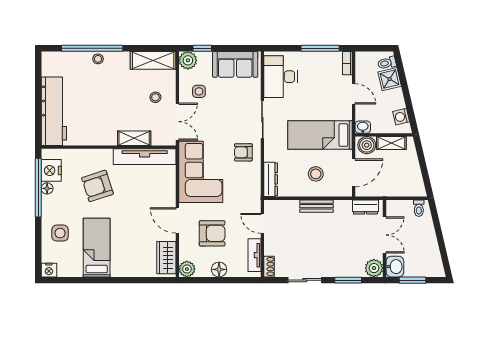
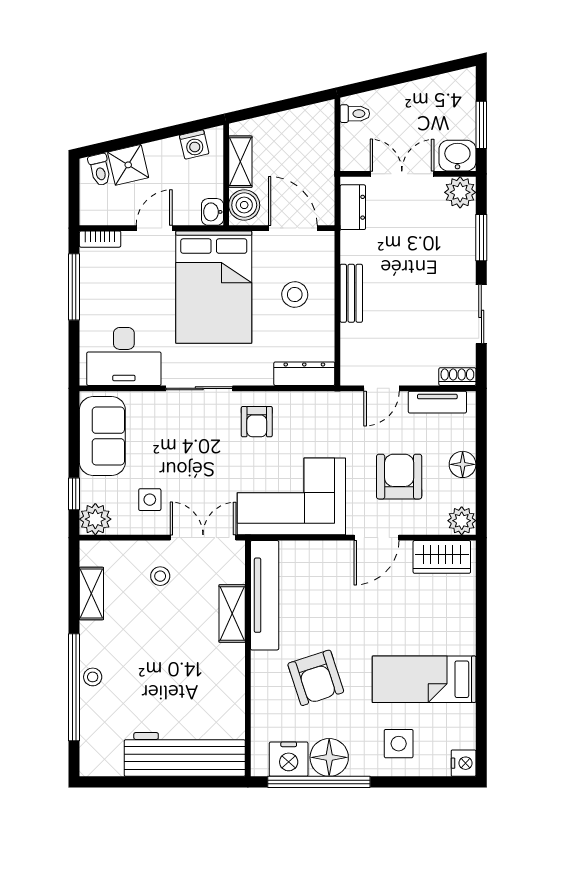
shelving: (153, 60) -> (91, 593), width x0.67, depth x0.75
bed: (320, 135) -> (214, 287), width x1.50
floor lamp: (47, 188) -> (329, 757), width x1.89, depth x1.89

